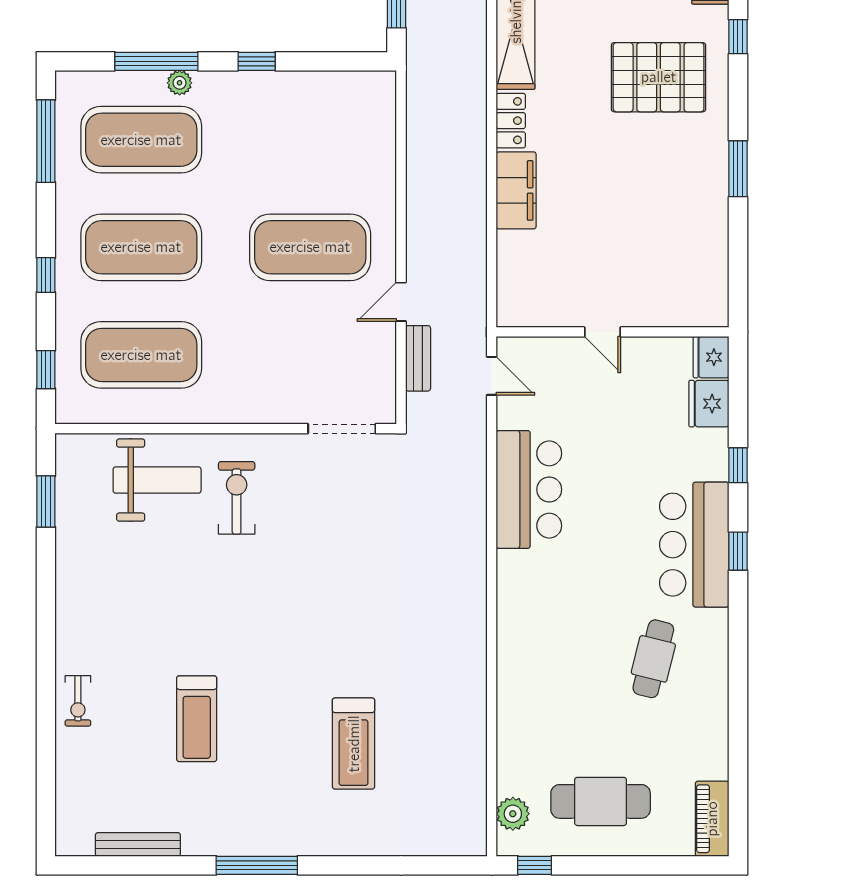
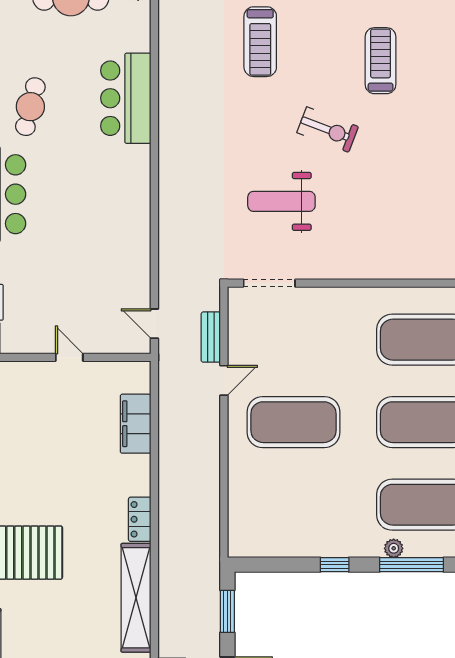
filing cabinet: (516, 190) -> (136, 424), moved
weight bench: (157, 480) -> (281, 201), moved
bar counter: (529, 490) -> (126, 98), moved
exercise bike: (237, 498) -> (328, 130), moved, turned -69
treadmill: (354, 744) -> (260, 42), turned 180

